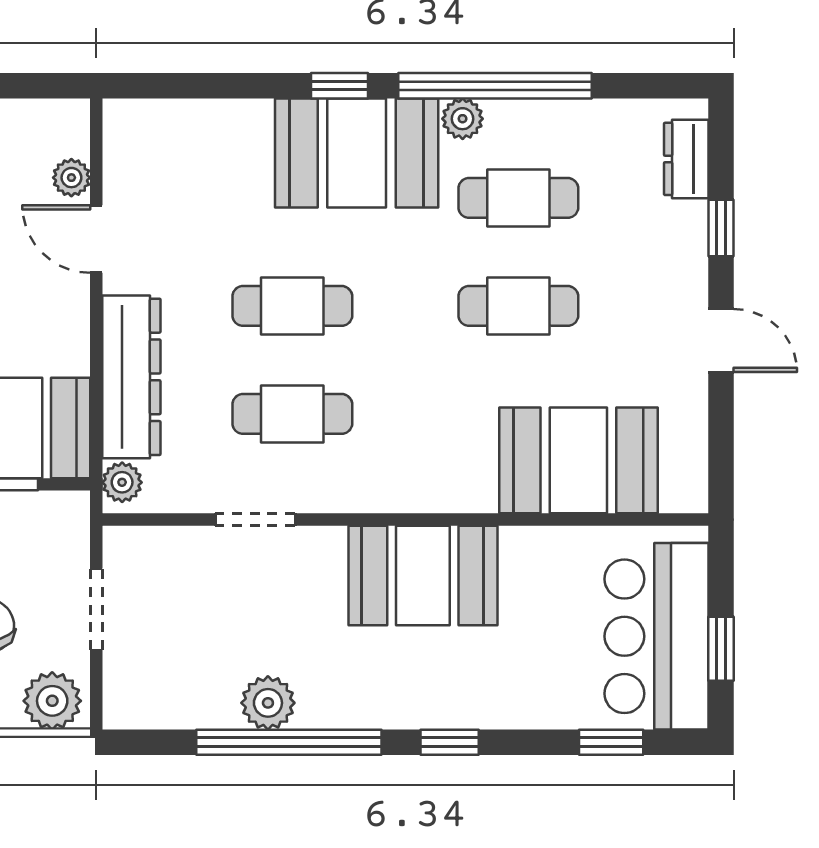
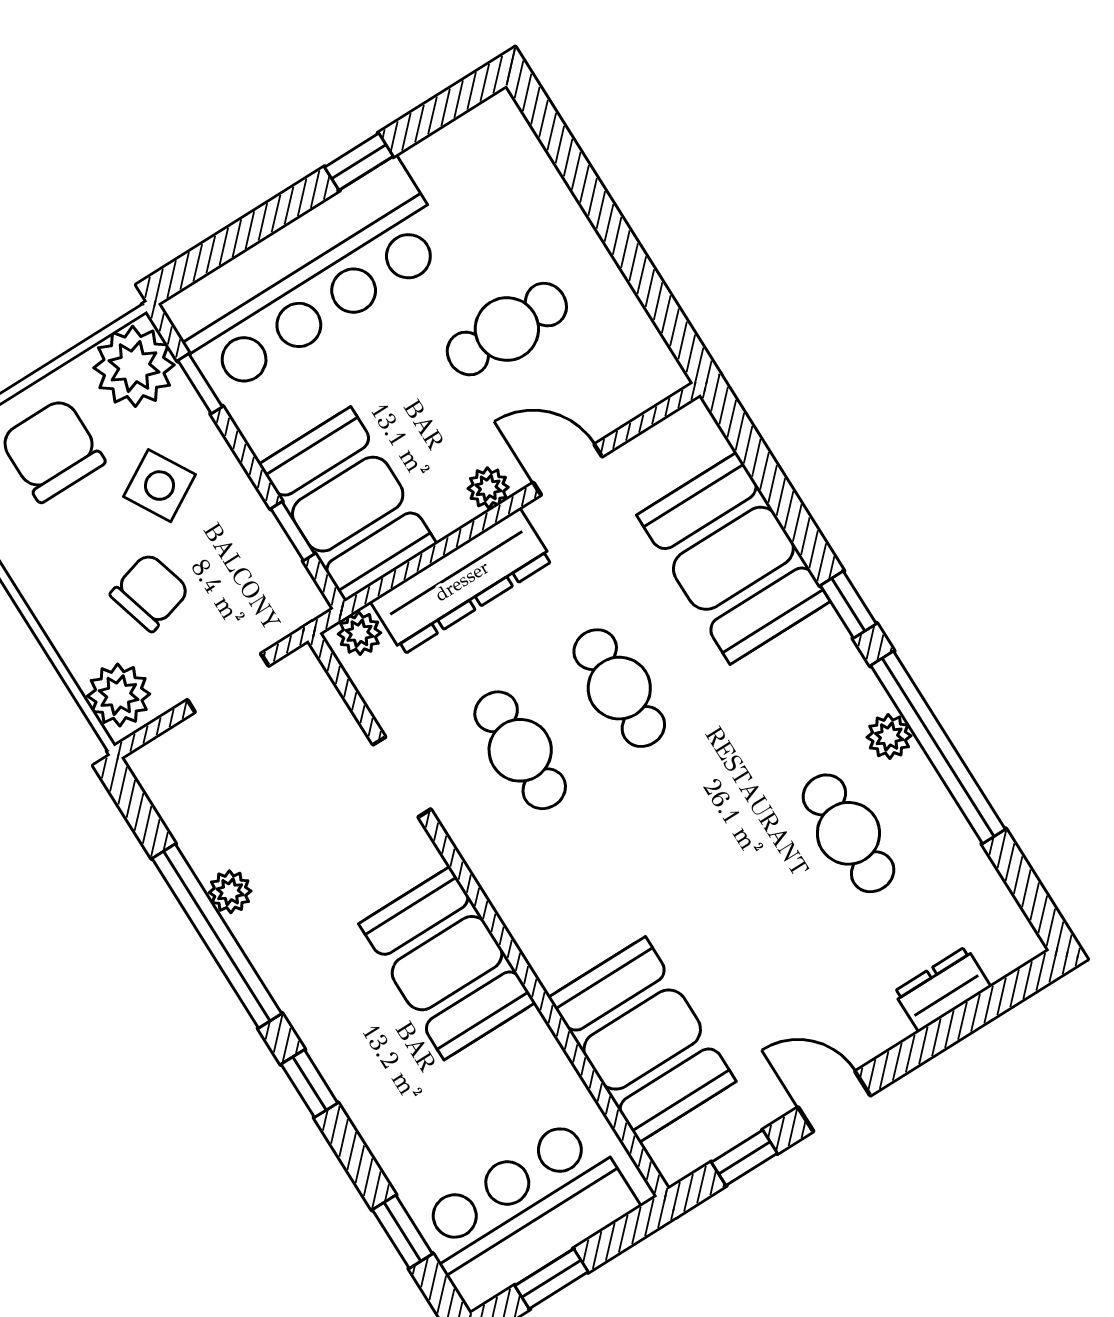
booth: (357, 153) -> (733, 558), moved
dresser: (686, 159) -> (942, 989), moved
plant: (71, 178) -> (488, 488), moved
window: (721, 228) -> (744, 1158), moved
door: (96, 239) -> (568, 470), hinge flipped
cafe table: (518, 306) -> (749, 896), removed
door: (721, 341) -> (834, 1101), swing flipped
plant: (268, 703) -> (230, 892), width x0.73, depth x0.73

